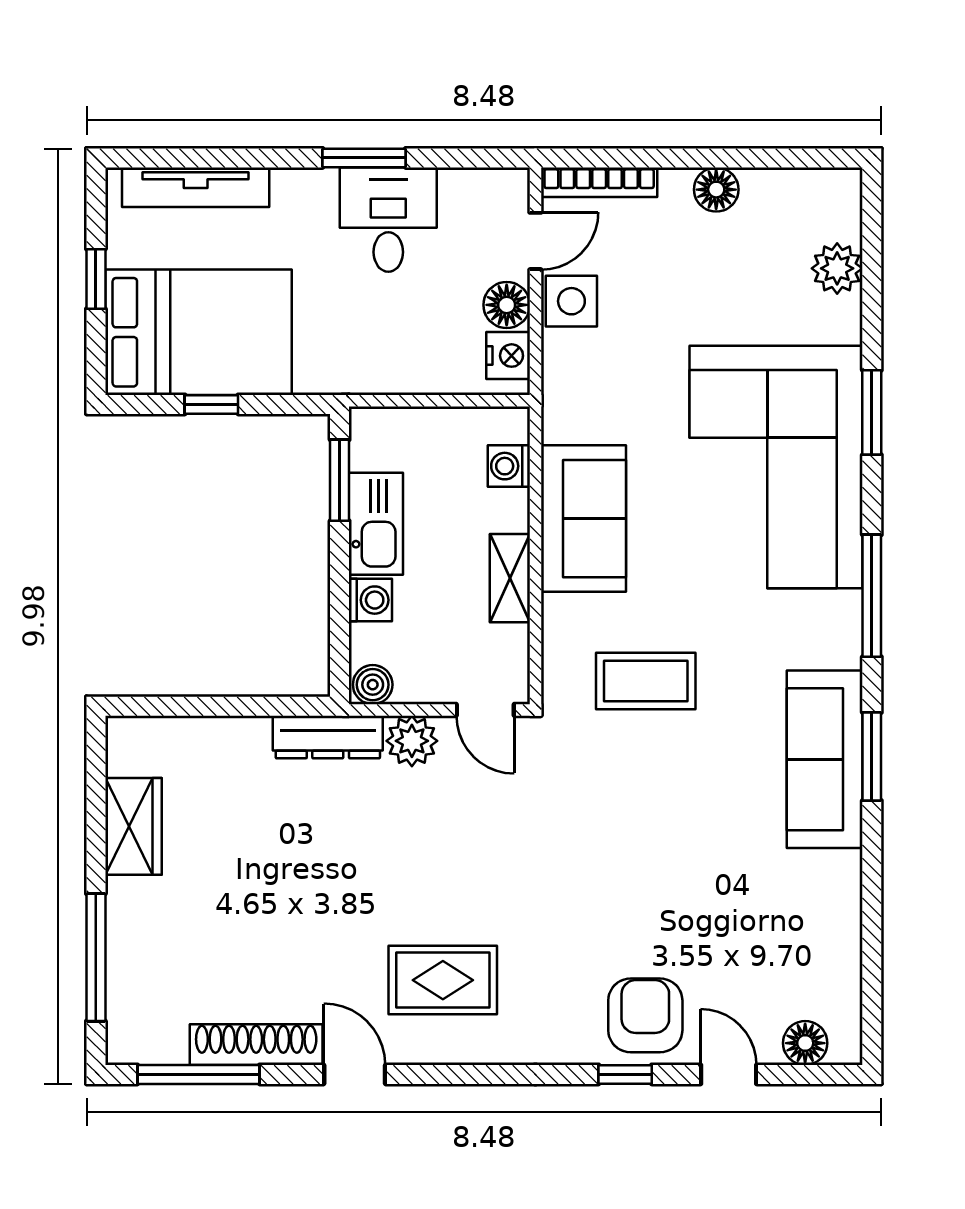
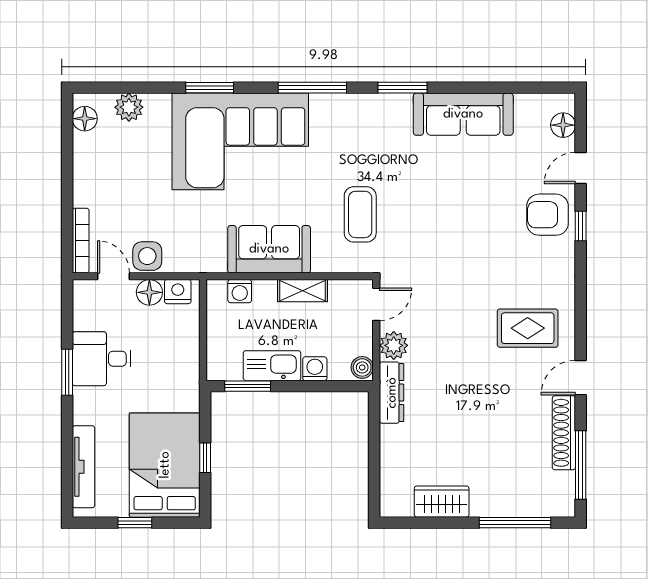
floor lamp: (716, 190) -> (85, 119), moved
sofa: (825, 759) -> (463, 114), moved
rug: (443, 980) -> (528, 328), turned 90

